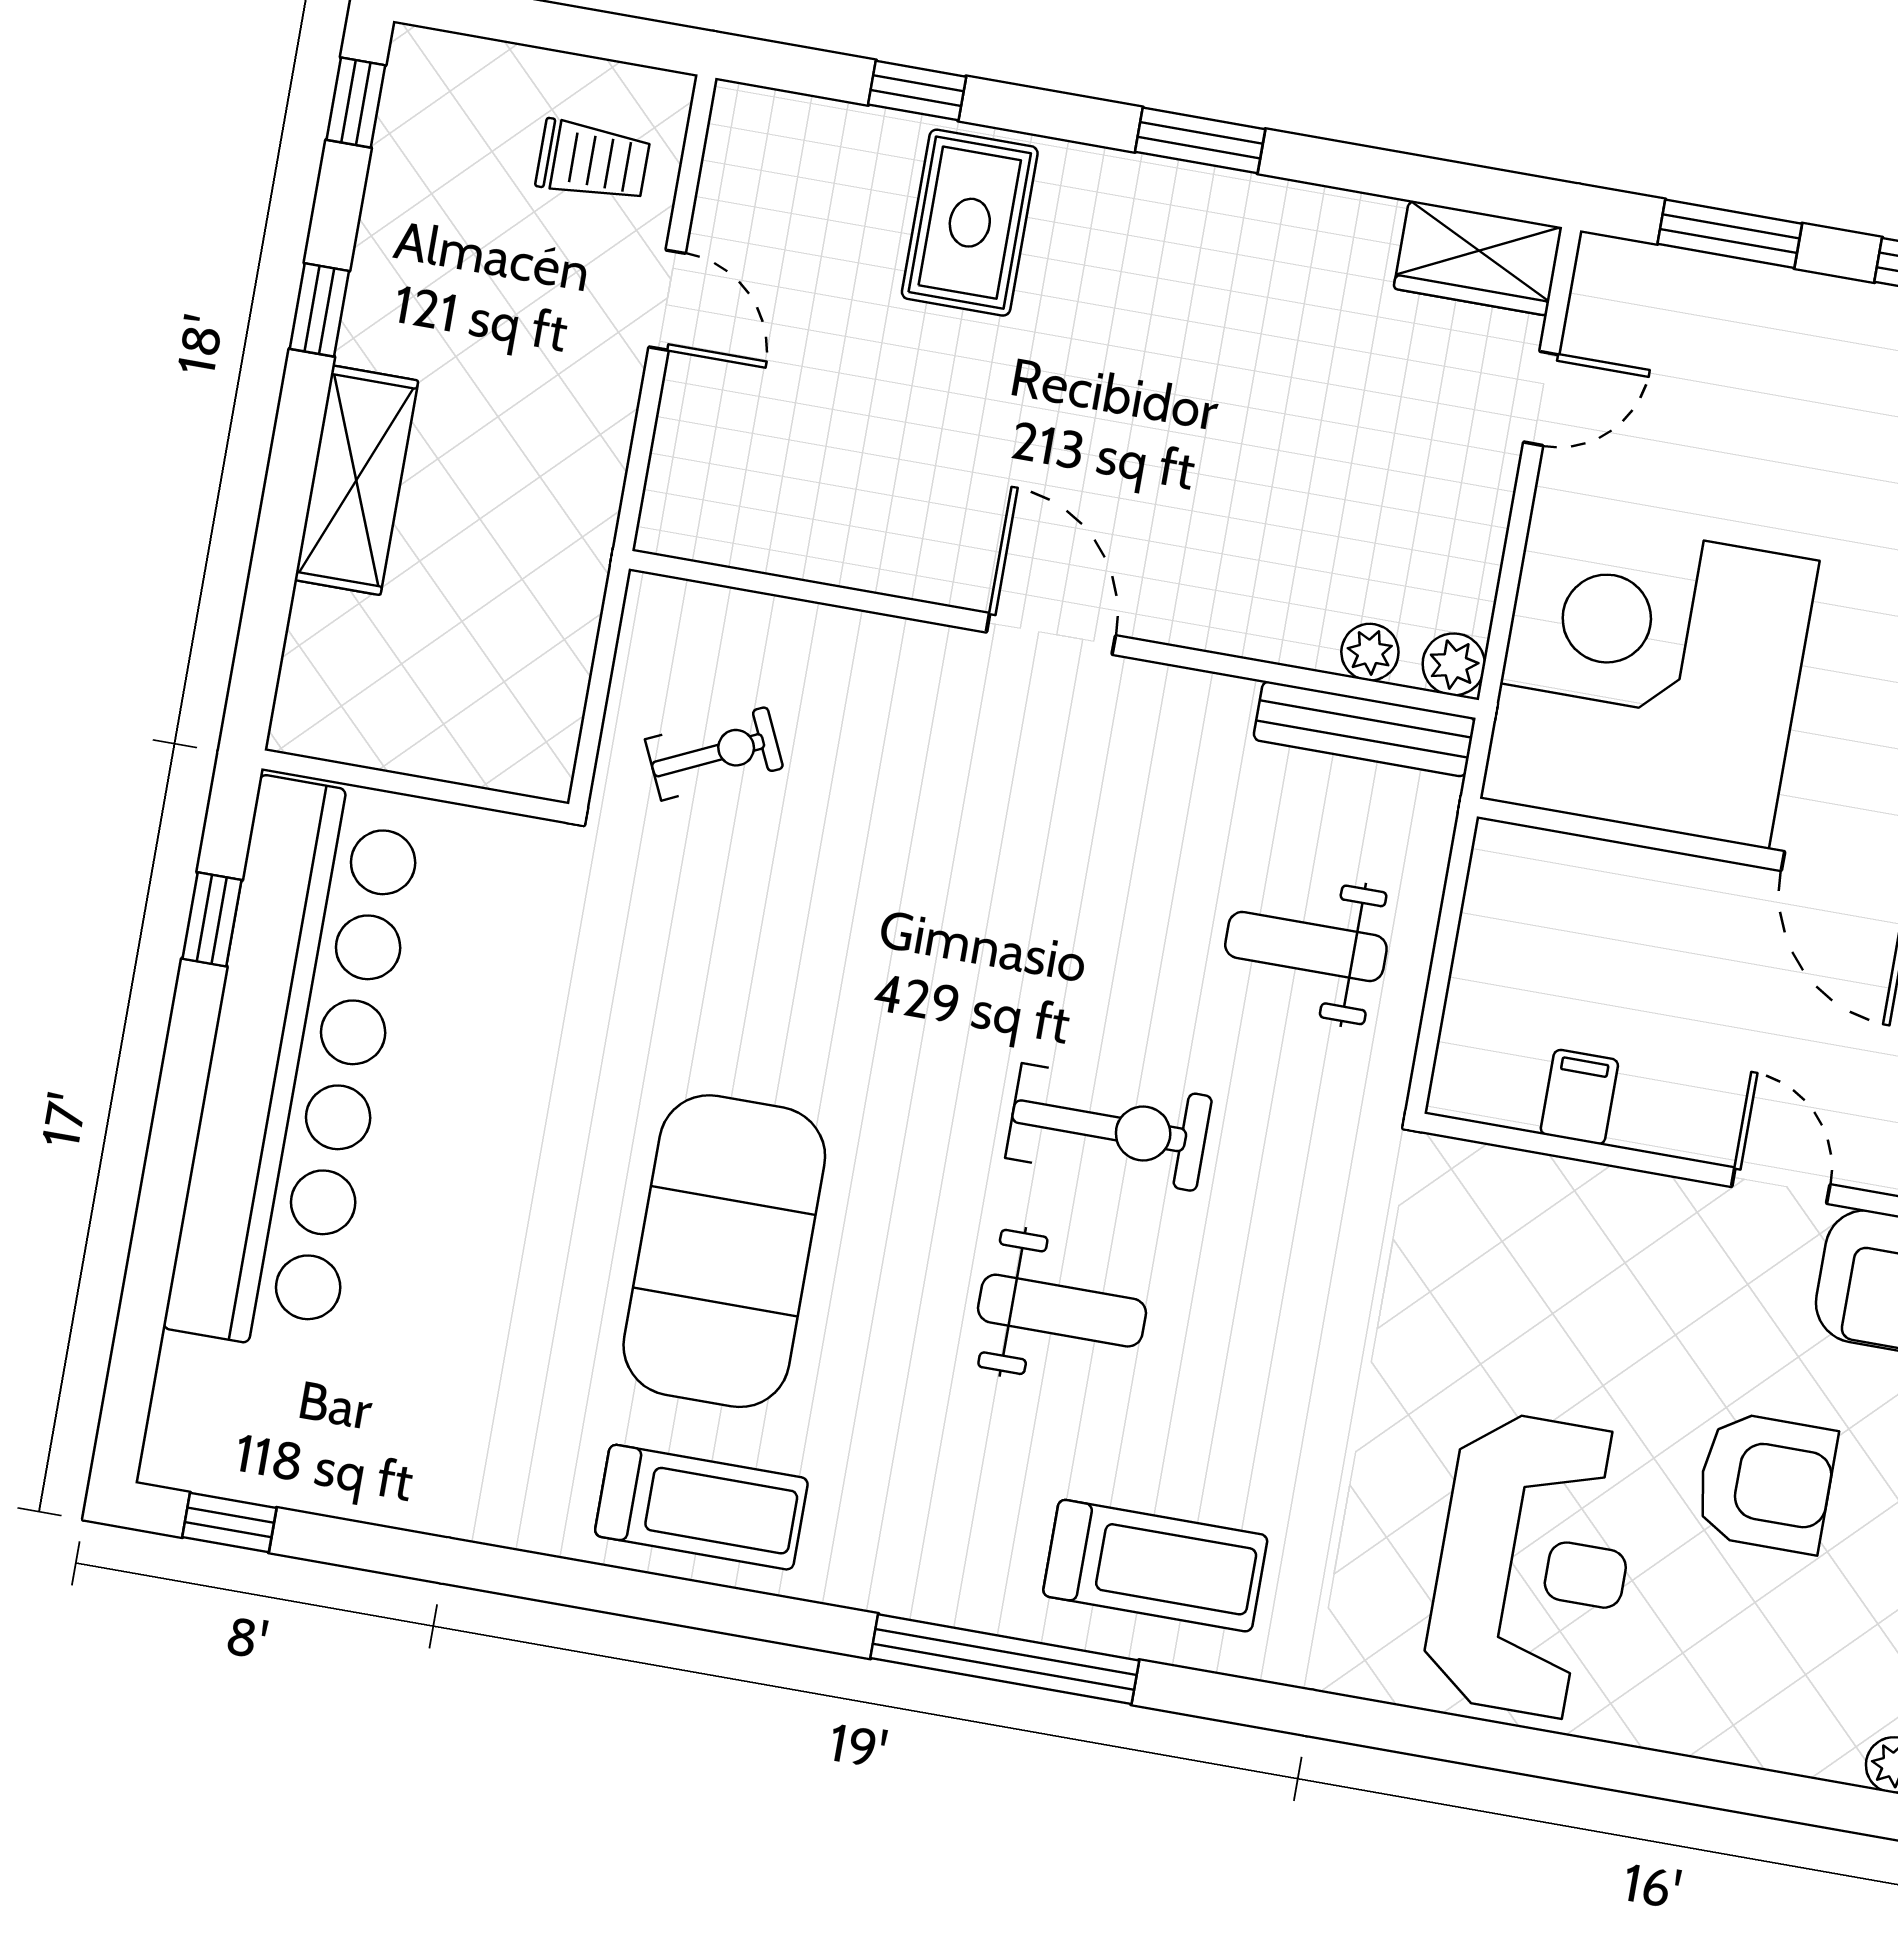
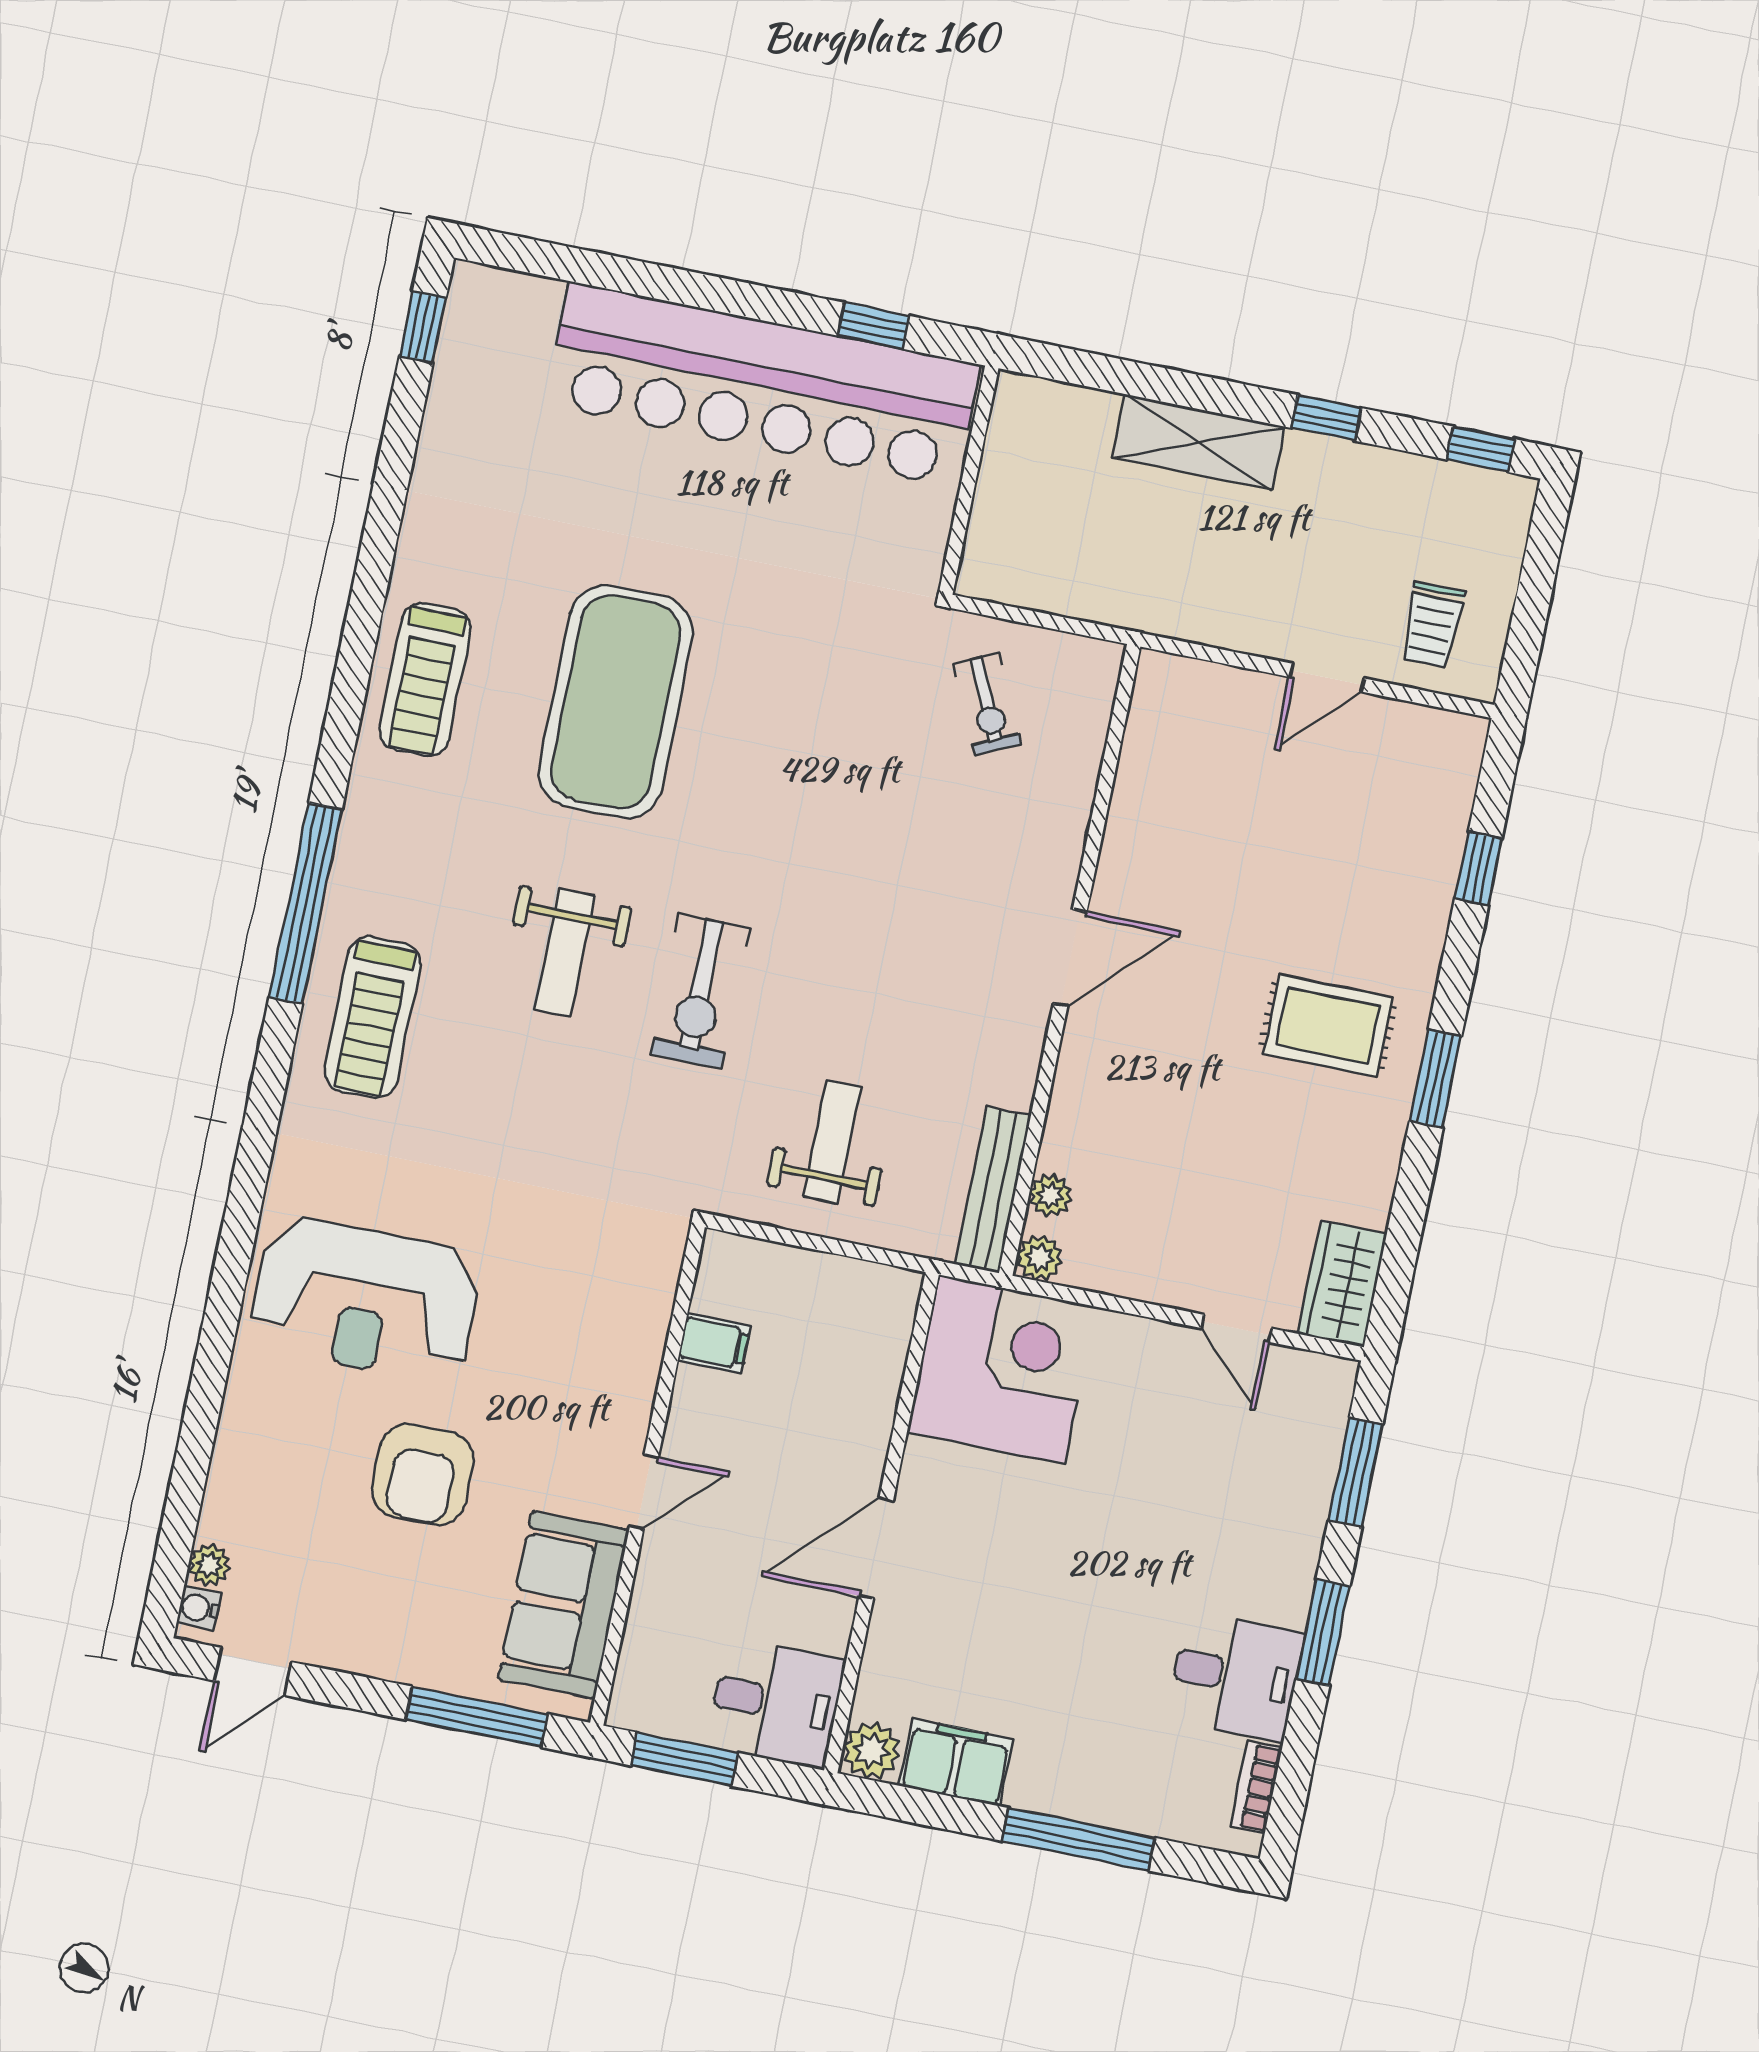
rug: (970, 223) -> (1328, 1026), moved
corner desk: (1650, 680) -> (1002, 1369), width x0.74, depth x0.74
exercise mat: (724, 1251) -> (616, 702), turned 90

